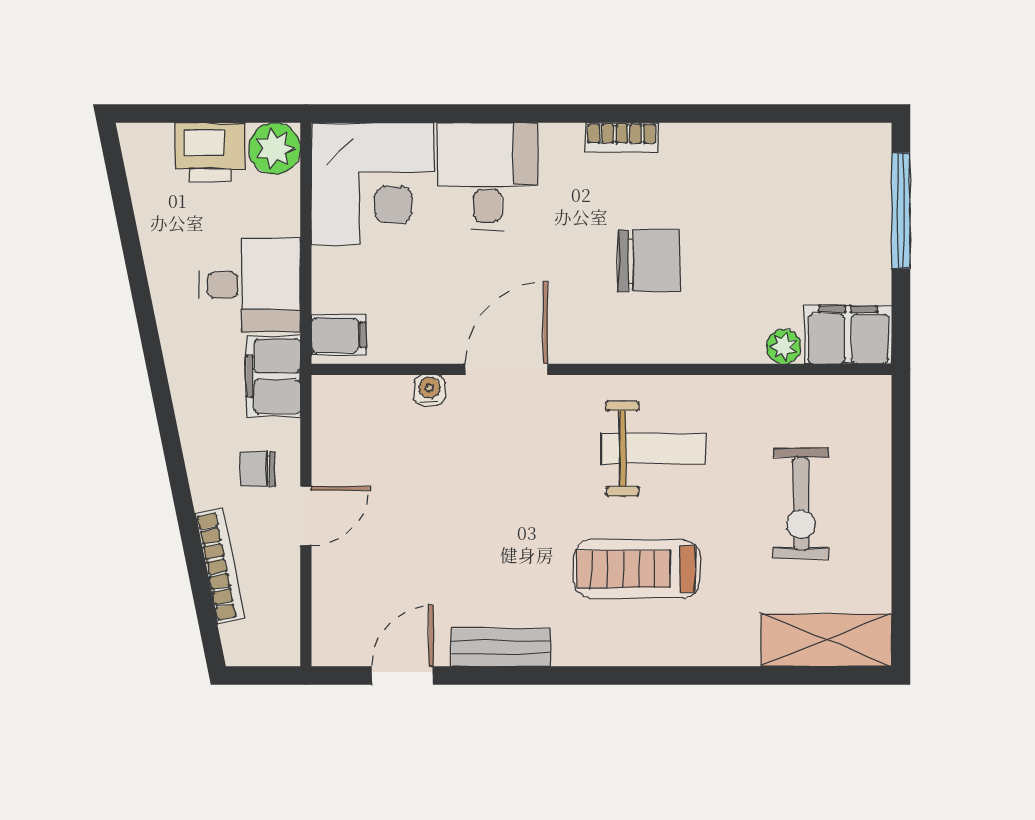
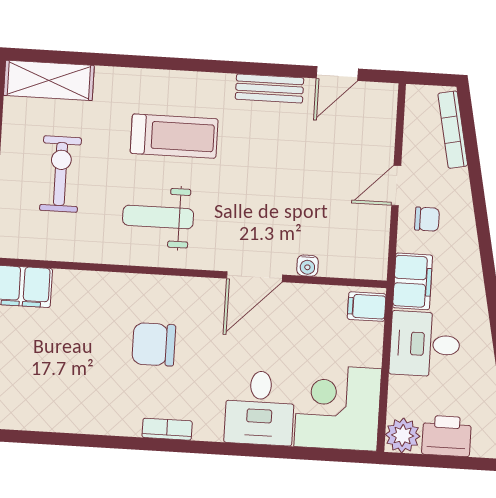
plant: (784, 347) -> (66, 281), removed
bookcase: (220, 566) -> (453, 130), moved

